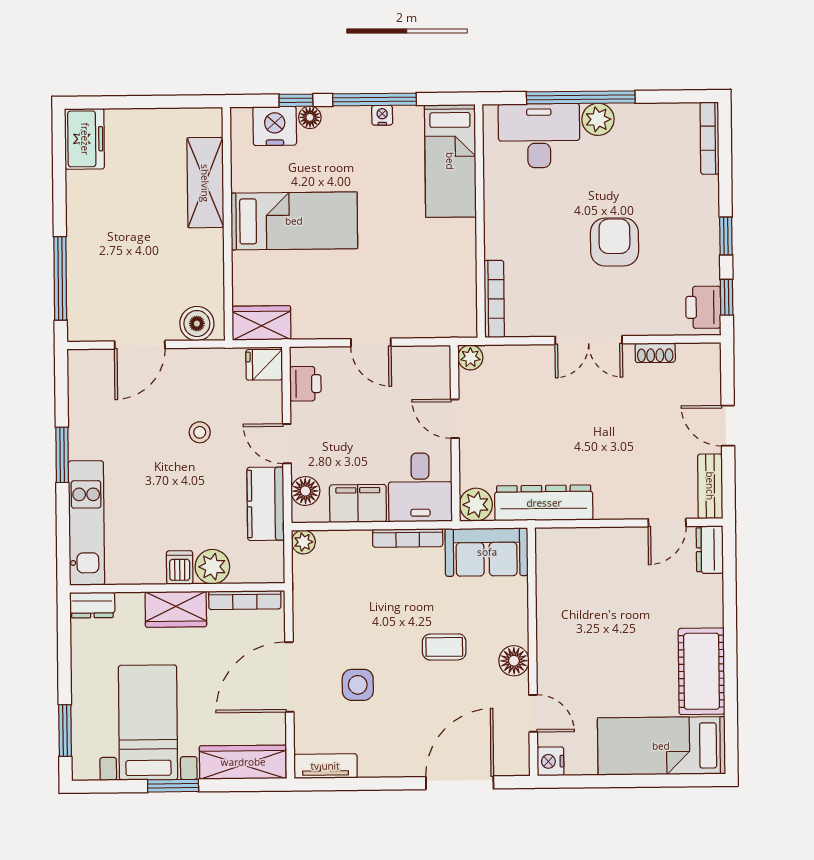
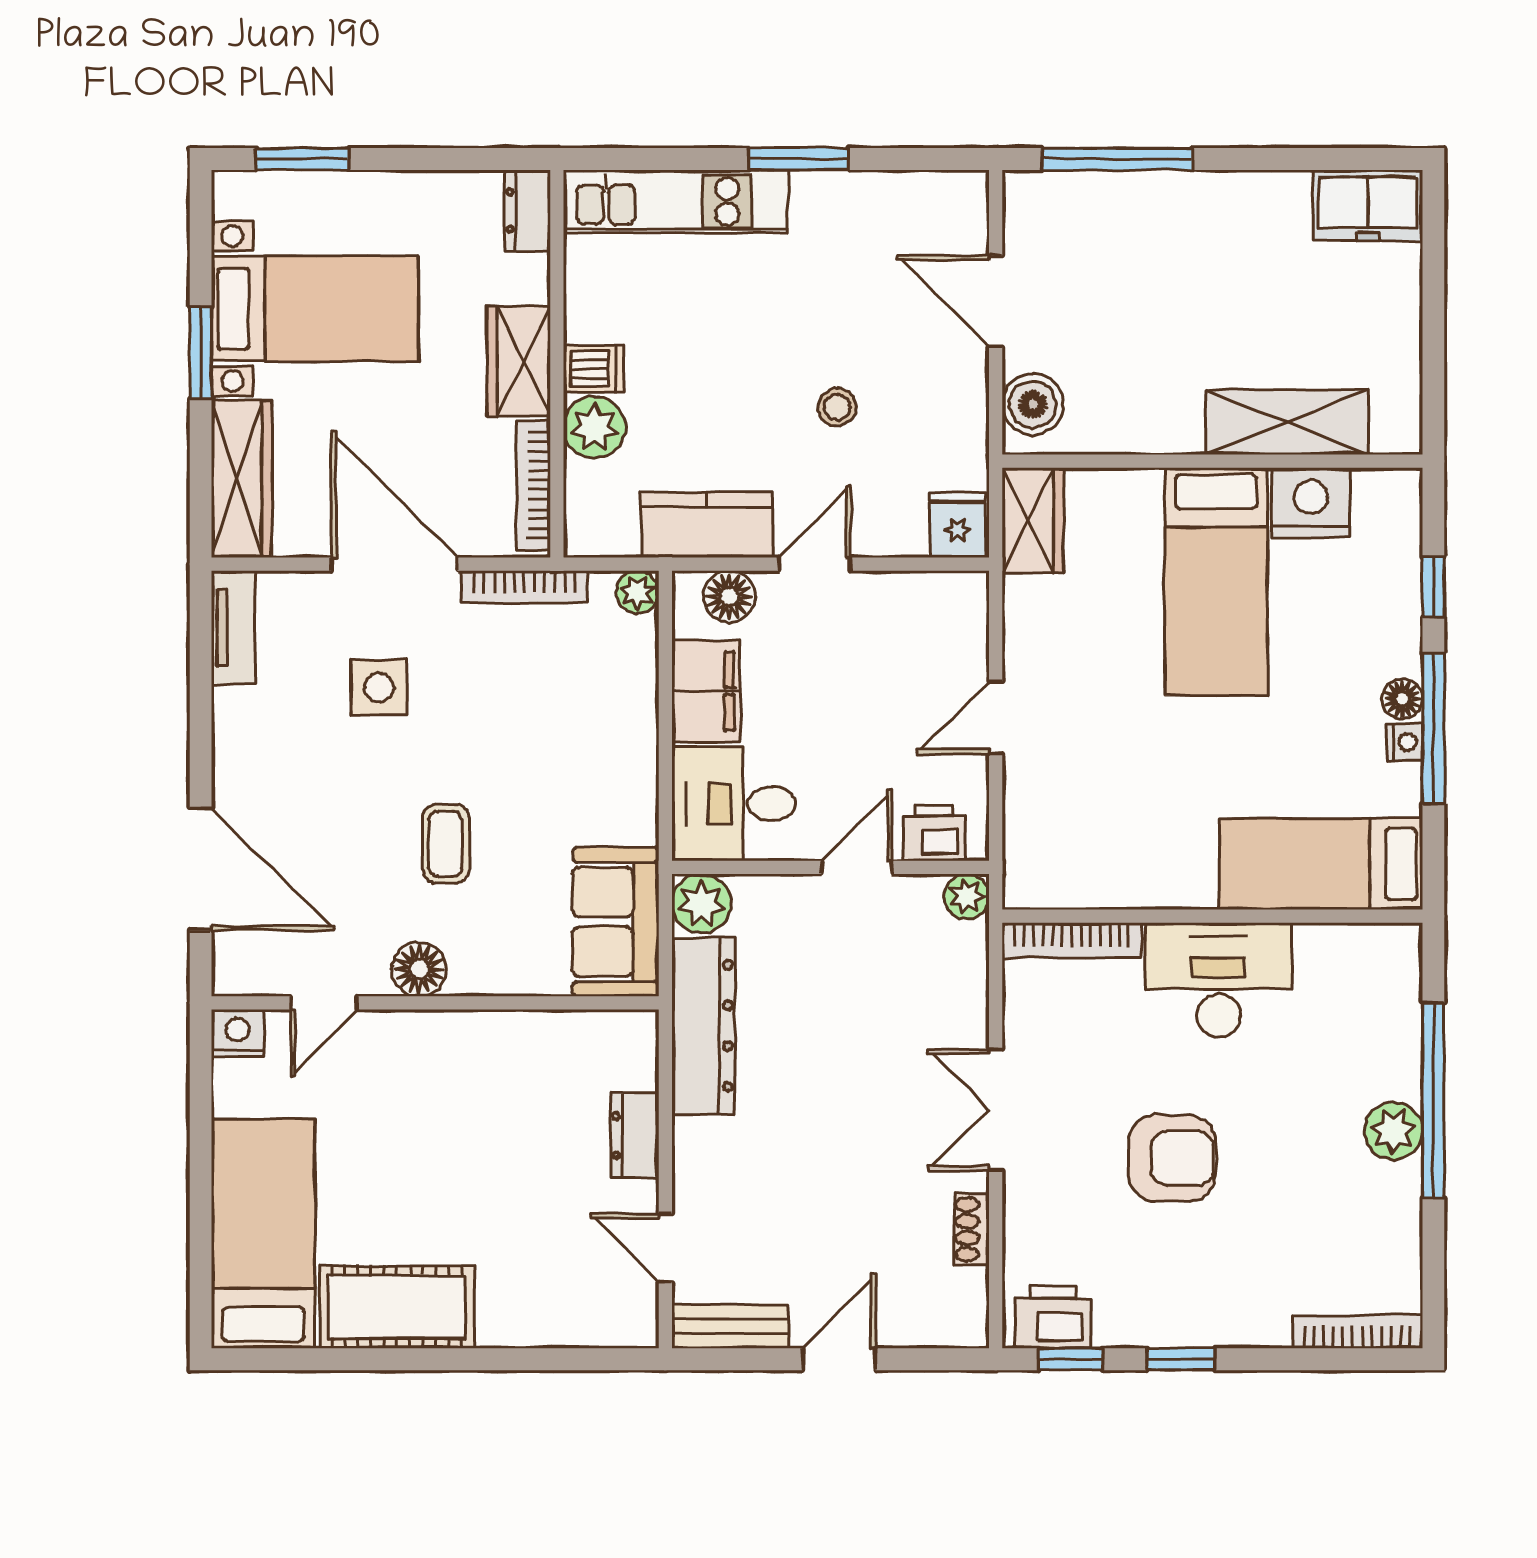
floor lamp: (310, 117) -> (1402, 699), moved
nightstand: (275, 126) -> (1311, 503), moved, turned -90
desk: (539, 136) -> (1219, 980), moved, turned -90
printer: (305, 384) -> (934, 833), moved, turned 180
bookcase: (408, 538) -> (524, 587), moved, turned -90
dresser: (710, 550) -> (635, 1136), moved, turned -90

